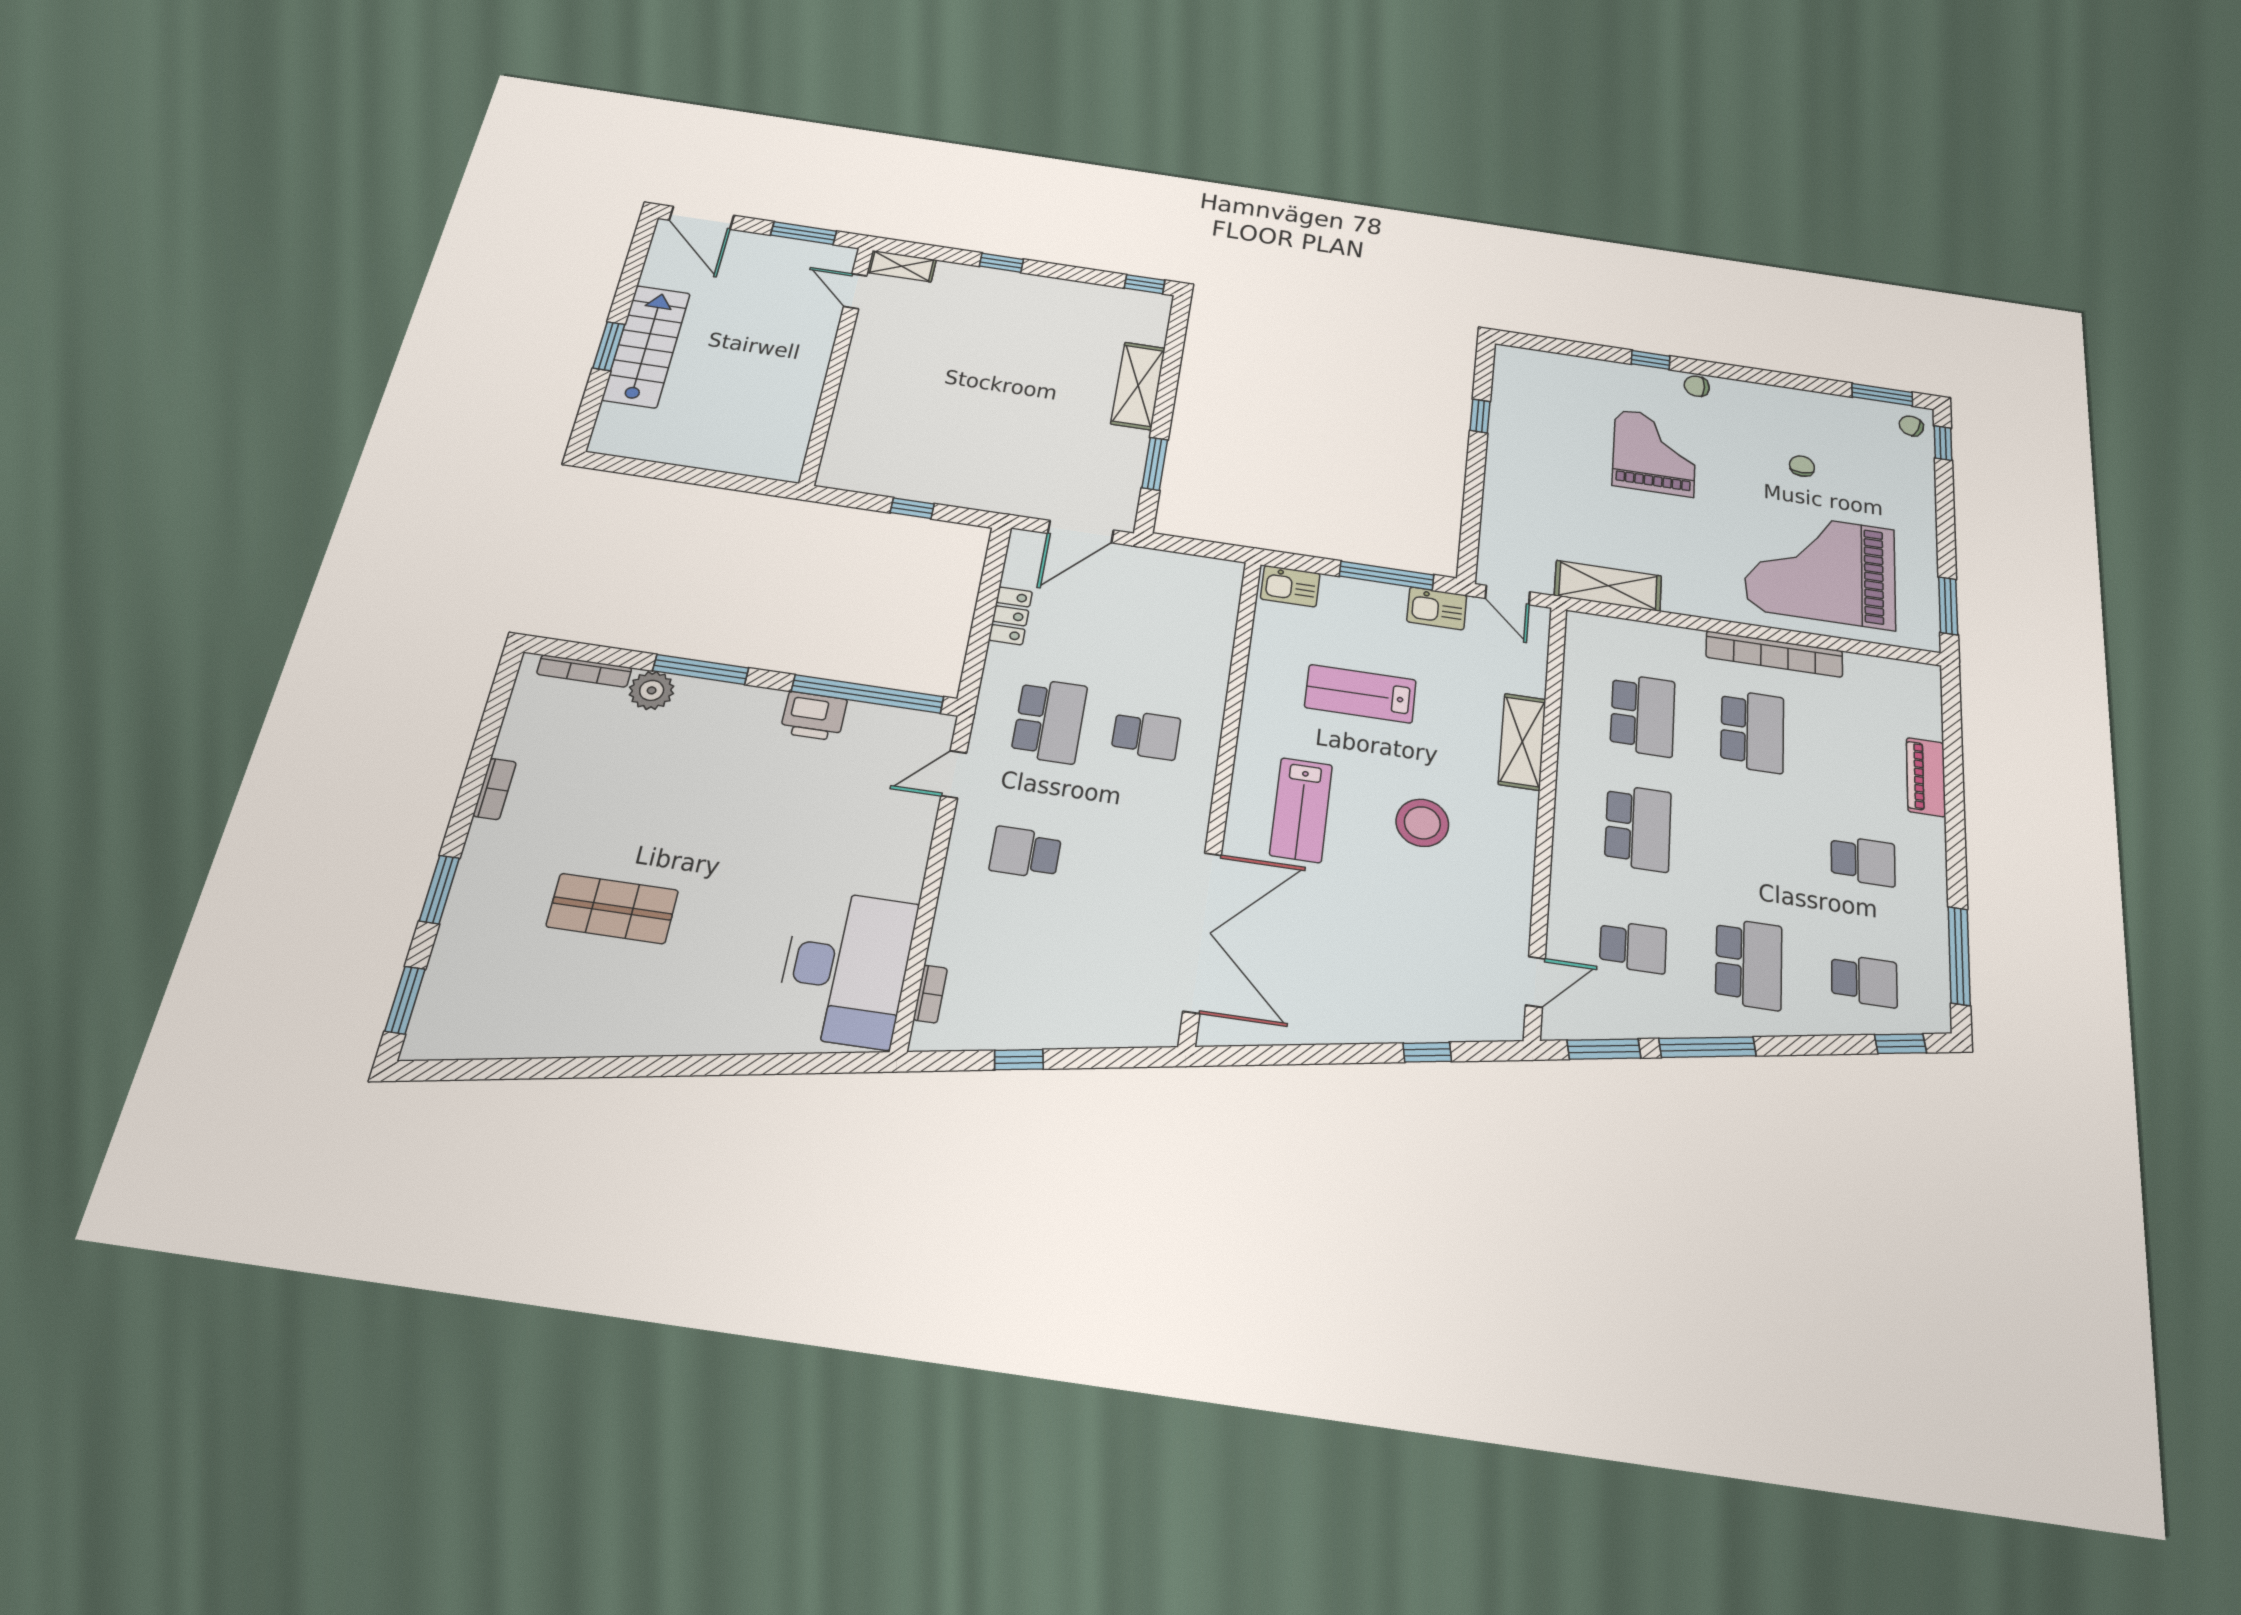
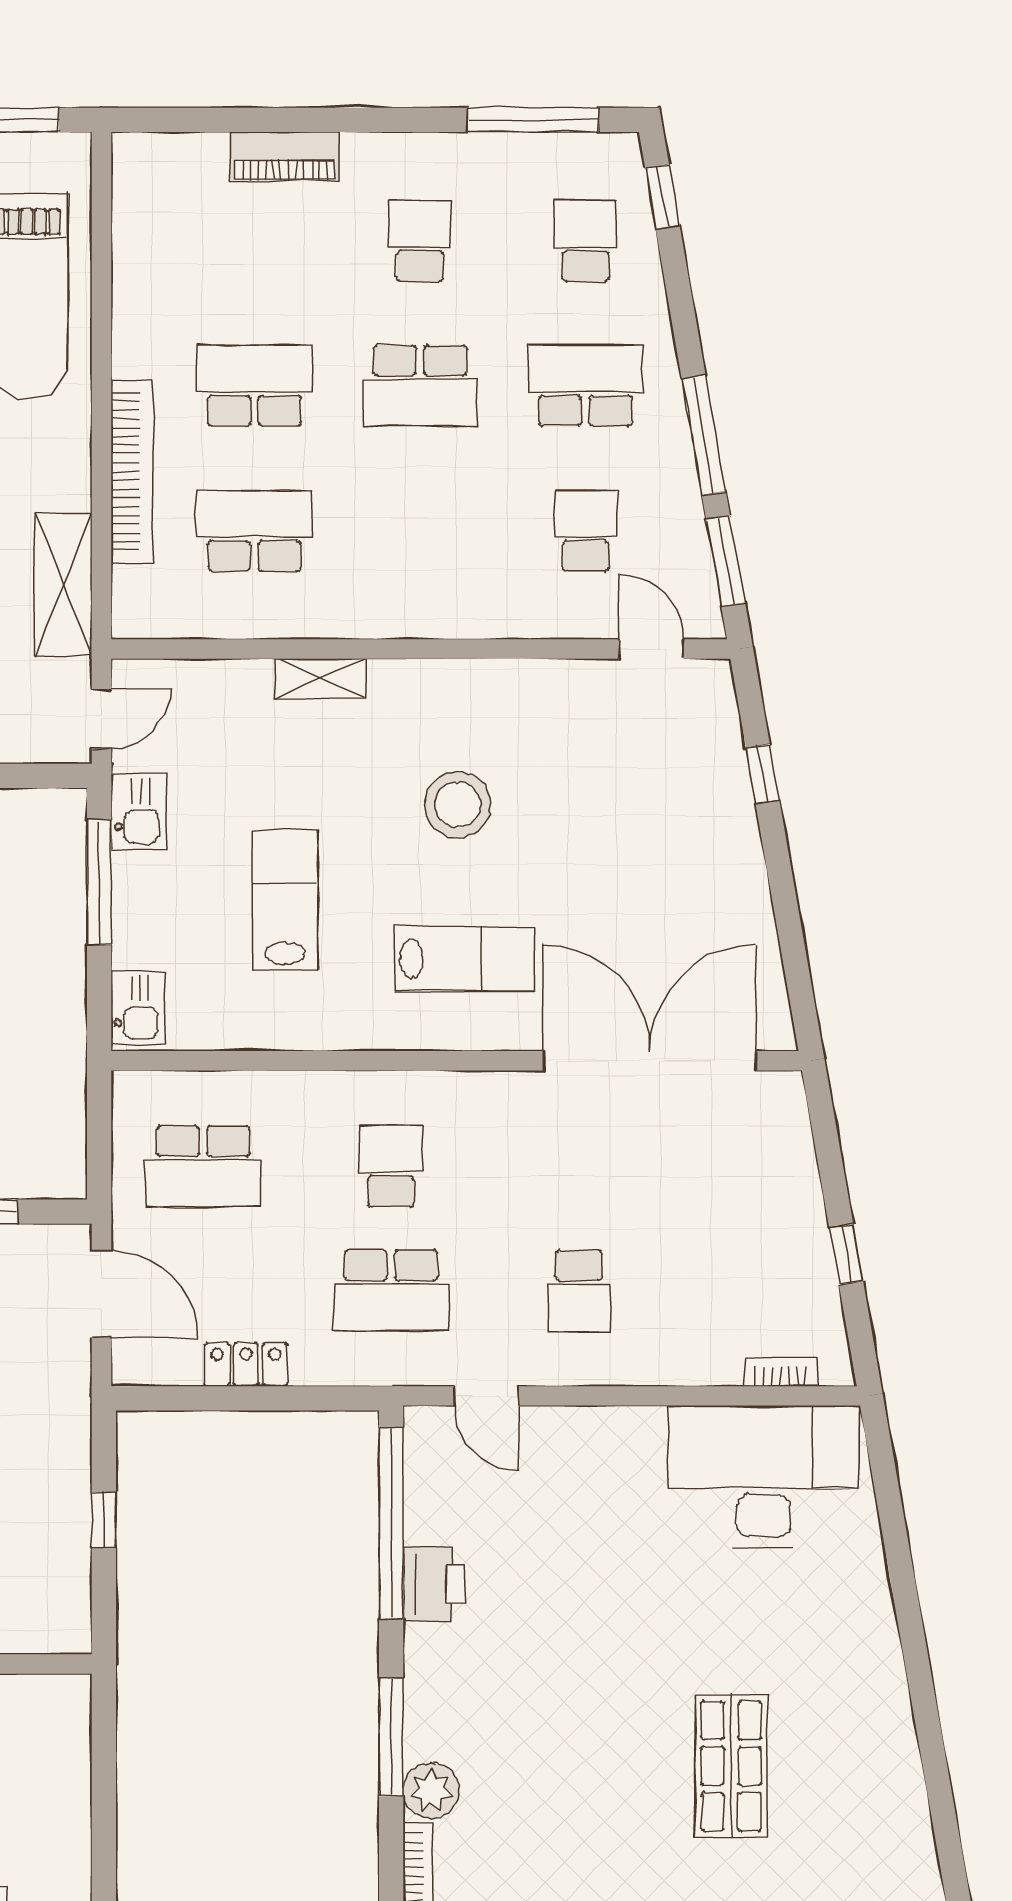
school desk: (1165, 610) -> (203, 1166), added
bookcase: (1774, 654) -> (132, 471), moved
lab bench: (1360, 694) -> (285, 900), turned 180
school desk: (1049, 721) -> (391, 1290), turned 180
shelving: (1522, 742) -> (320, 679), width x0.67, depth x0.75
school desk: (1638, 828) -> (420, 386), moved, turned 180

